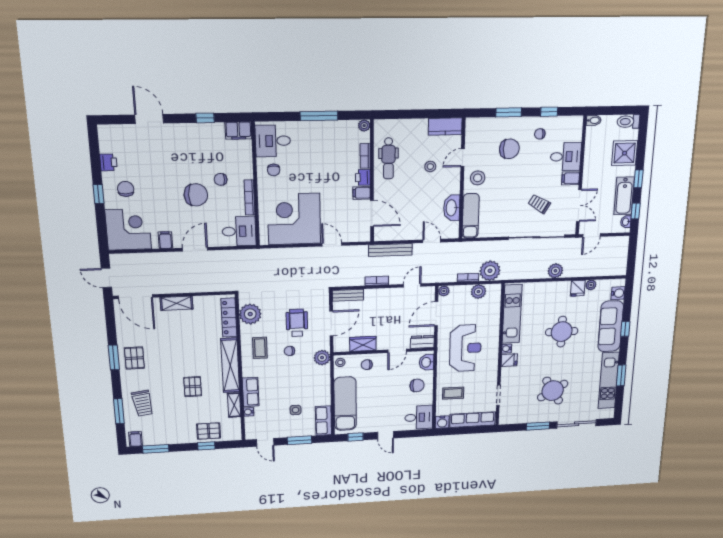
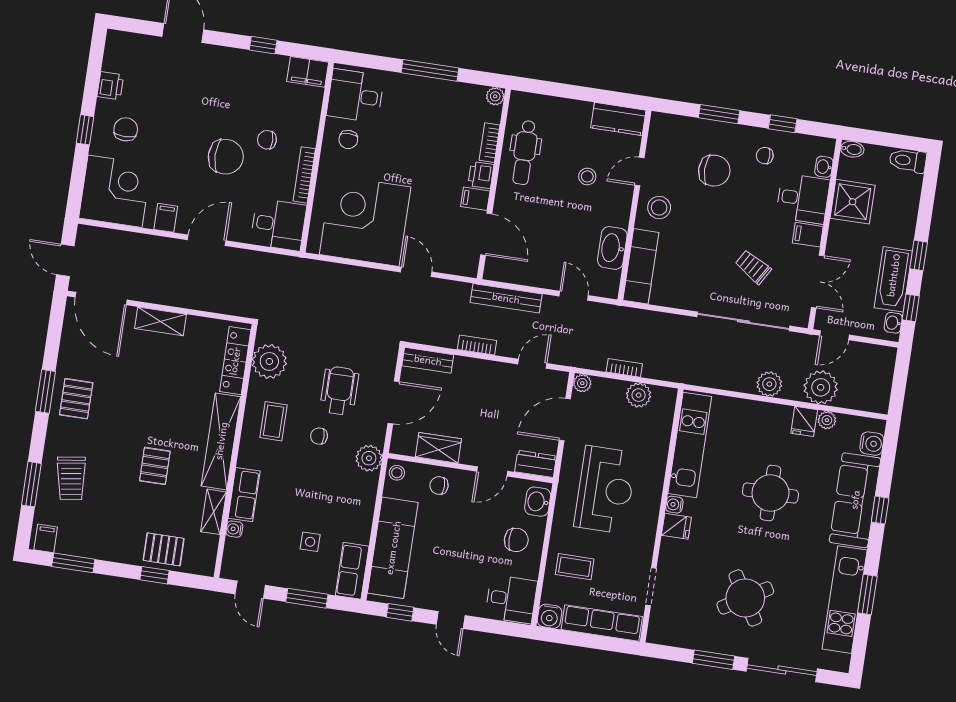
washbasin: (577, 134) -> (824, 167), added
shower: (625, 153) -> (853, 202), moved
plant: (490, 271) -> (821, 387), moved

